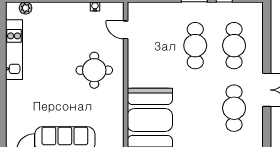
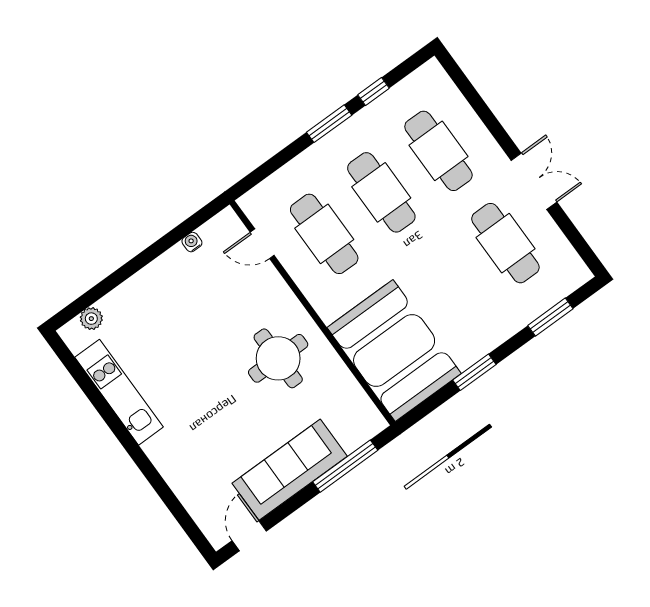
cafe table: (156, 46) -> (324, 234), added
round table: (94, 70) -> (278, 358), moved

